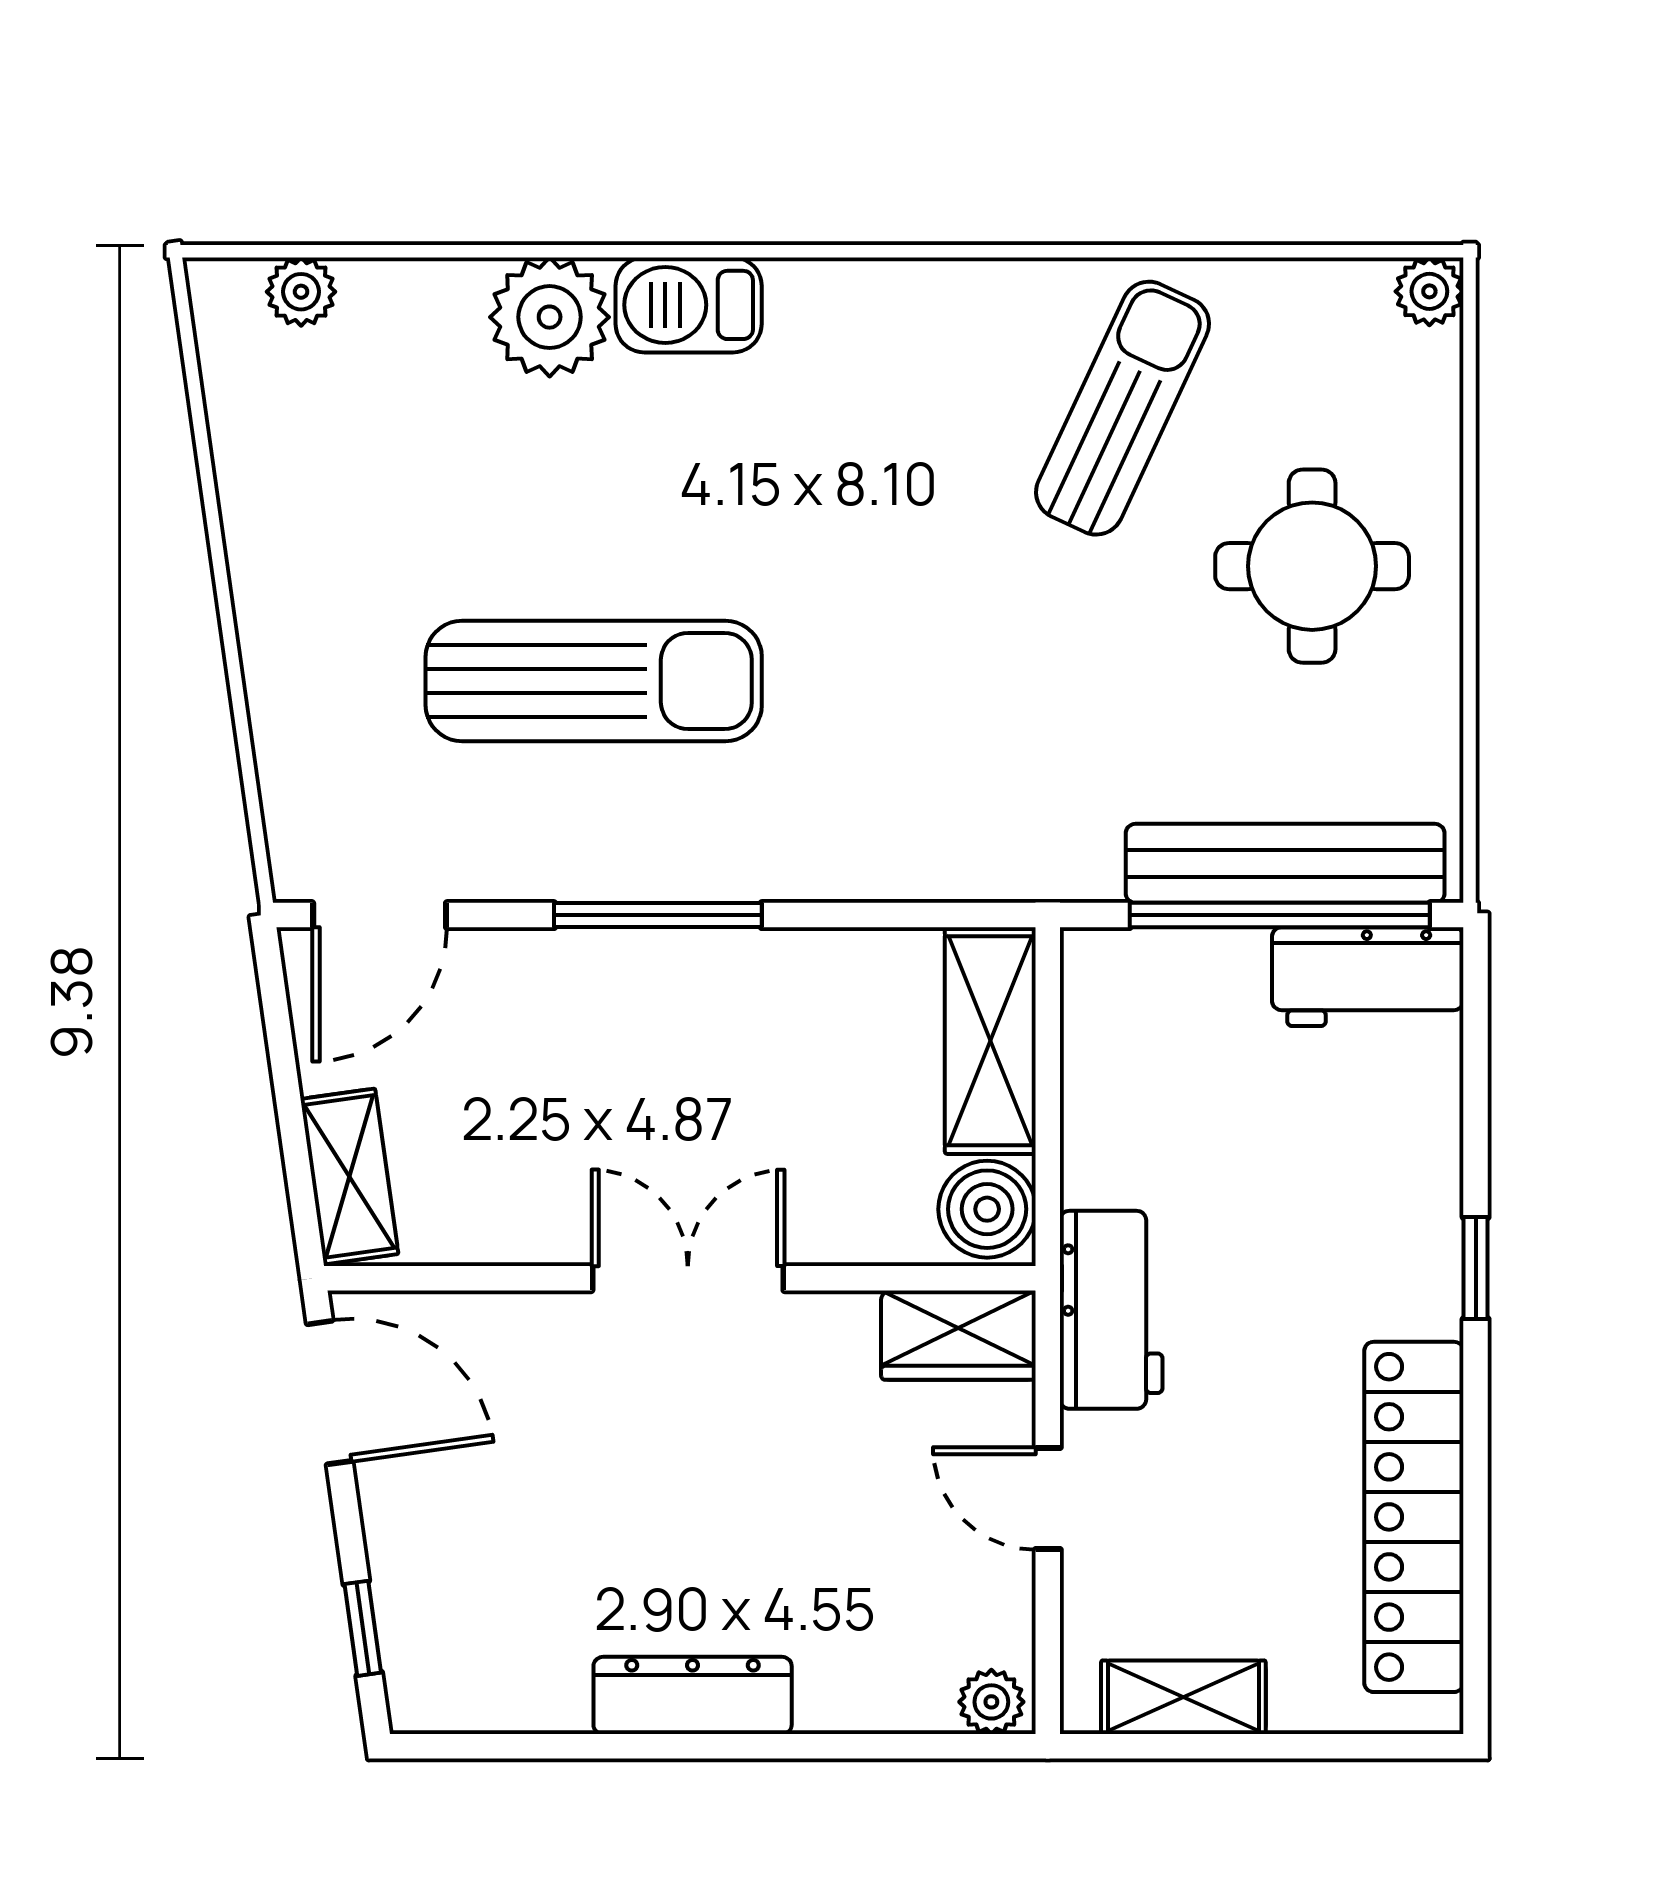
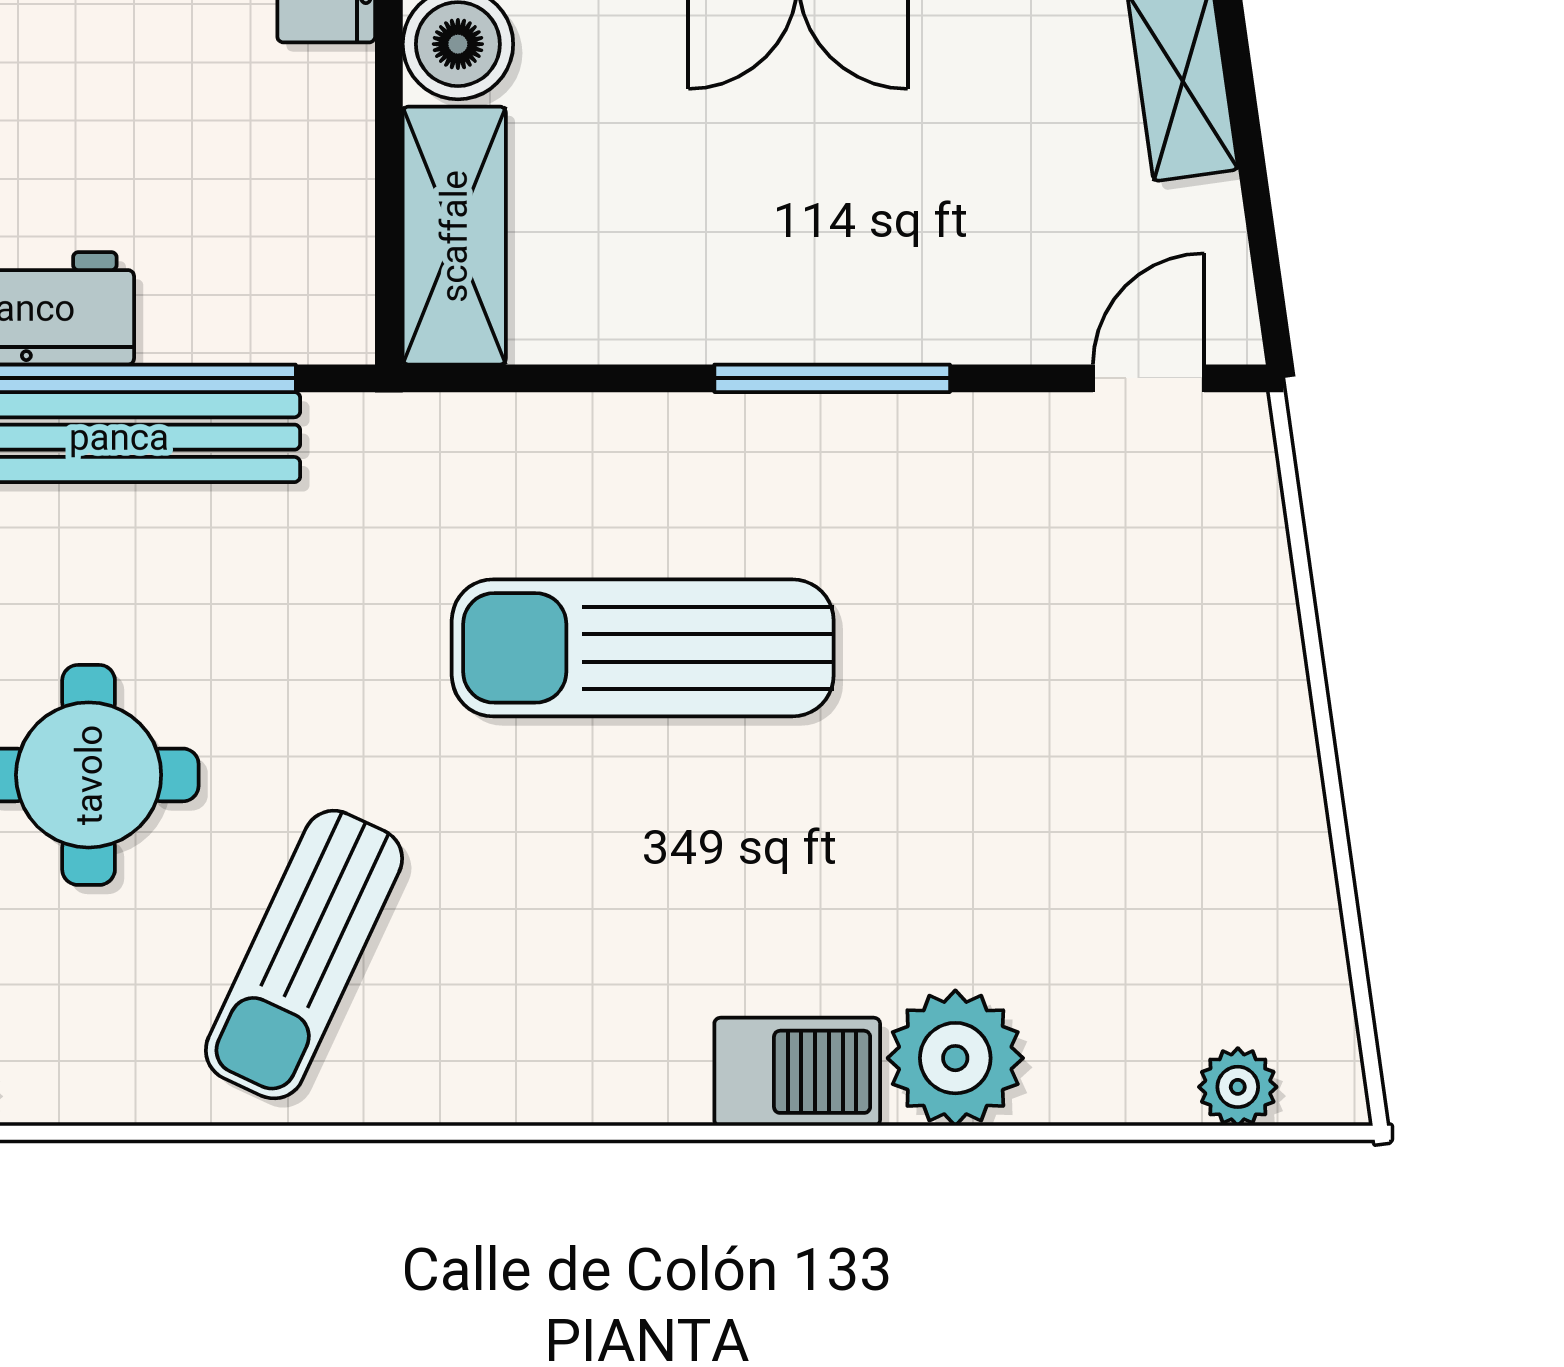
sun lounger: (594, 681) -> (643, 648), moved
door: (380, 915) -> (1149, 378), width x0.73

